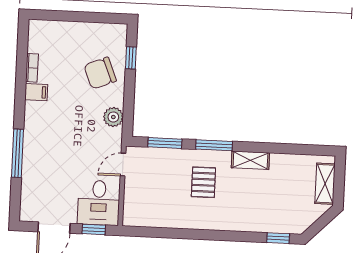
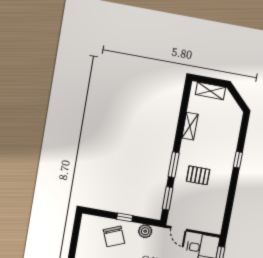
window: (131, 58) -> (125, 217), moved
shelving: (250, 160) -> (190, 126), moved
window: (278, 238) -> (238, 160), moved

